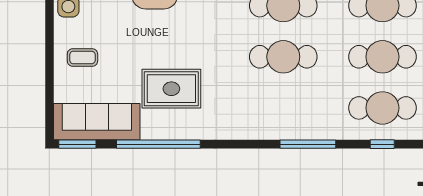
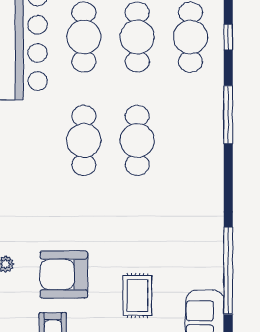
rug: (171, 89) -> (137, 295), moved, width x0.73, depth x0.70

